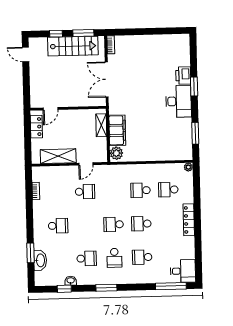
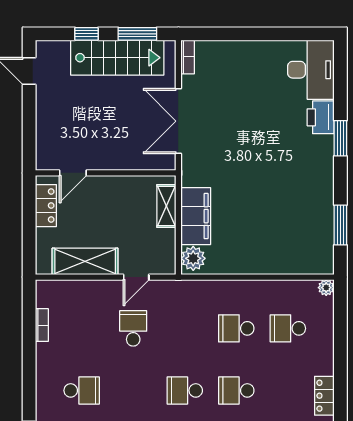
desk: (179, 101) -> (311, 70), moved
school desk: (85, 192) -> (133, 328), turned -90
locker: (189, 220) -> (324, 396), width x0.66

